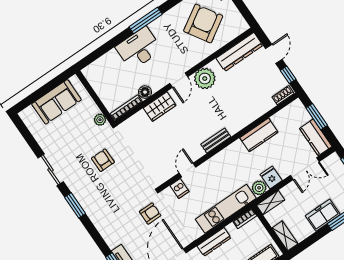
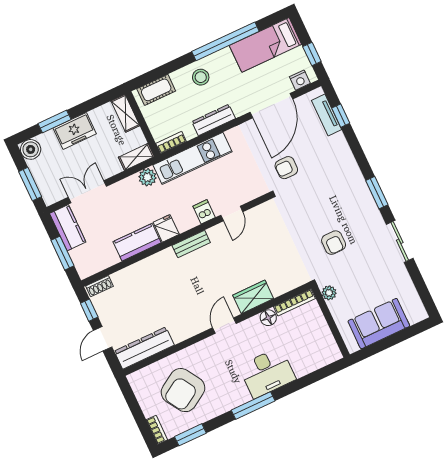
plant: (205, 79) -> (192, 322), removed
fridge: (271, 178) -> (166, 228), moved, turned 180
dishwasher: (179, 189) -> (204, 212), moved

